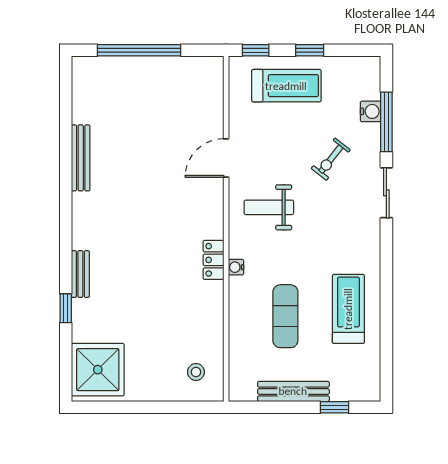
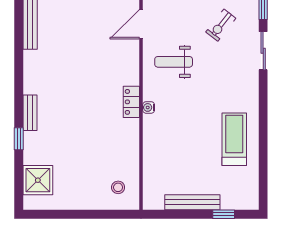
exercise mat: (285, 316) -> (186, 145), removed
shower: (98, 370) -> (38, 180), width x0.73, depth x0.73

